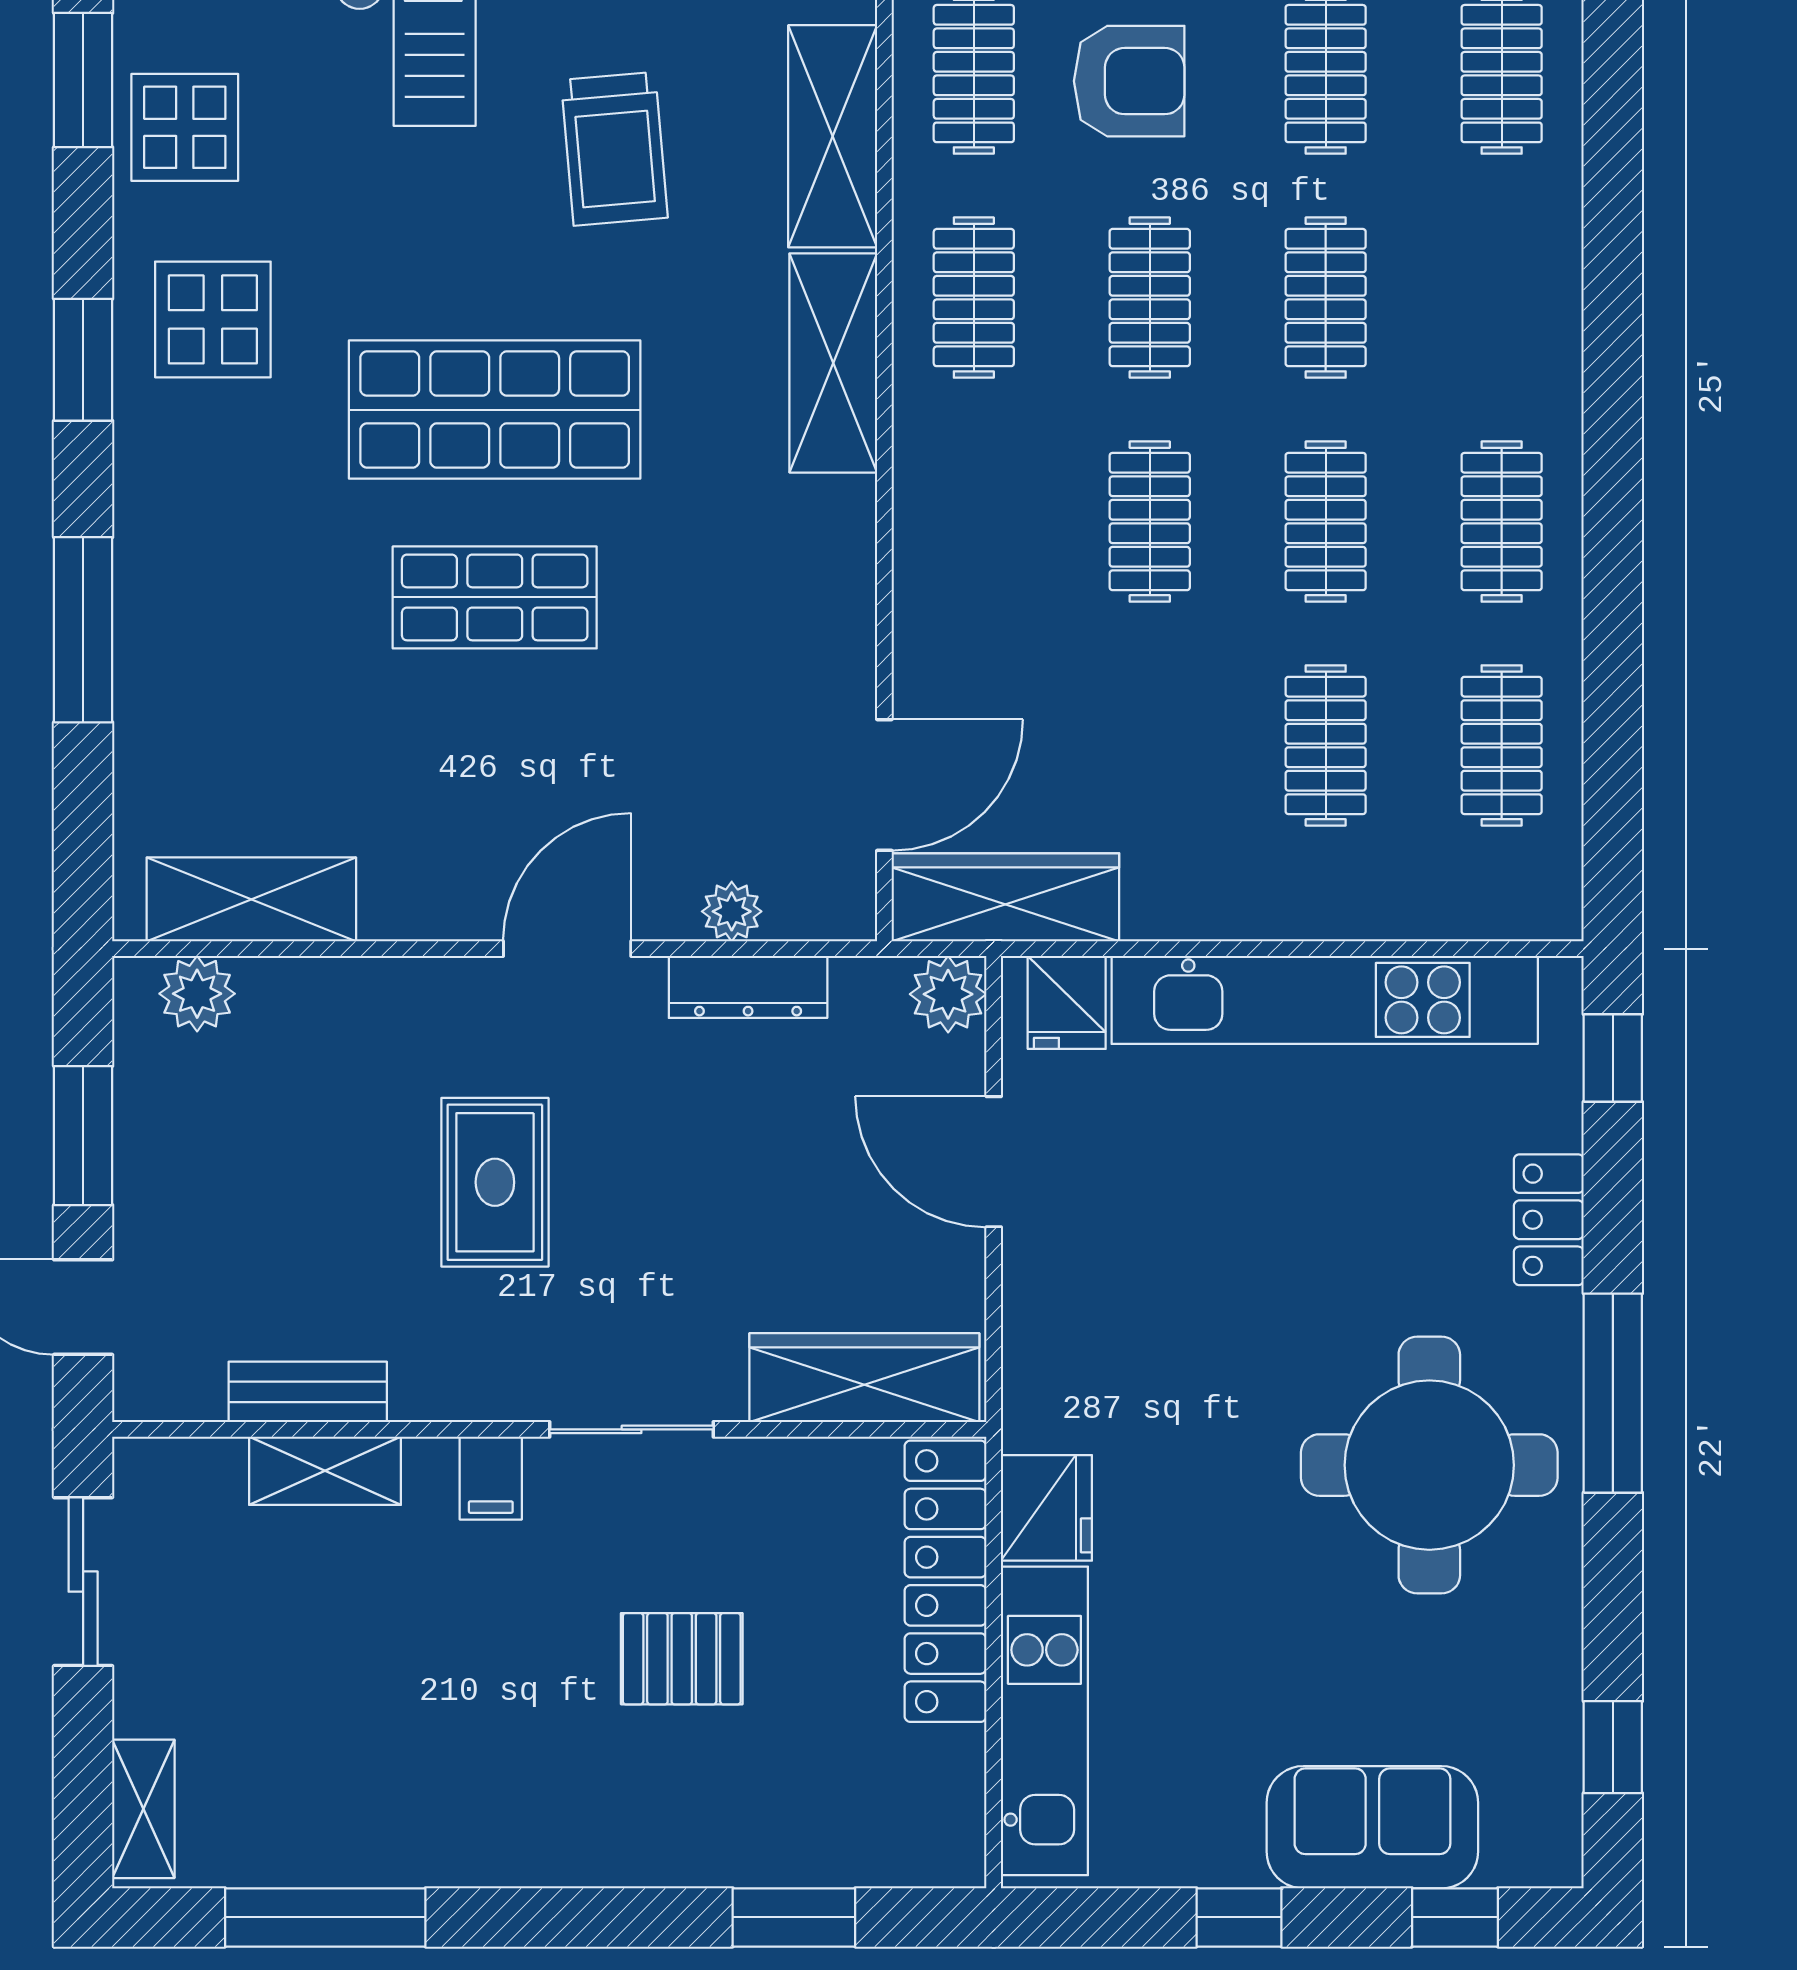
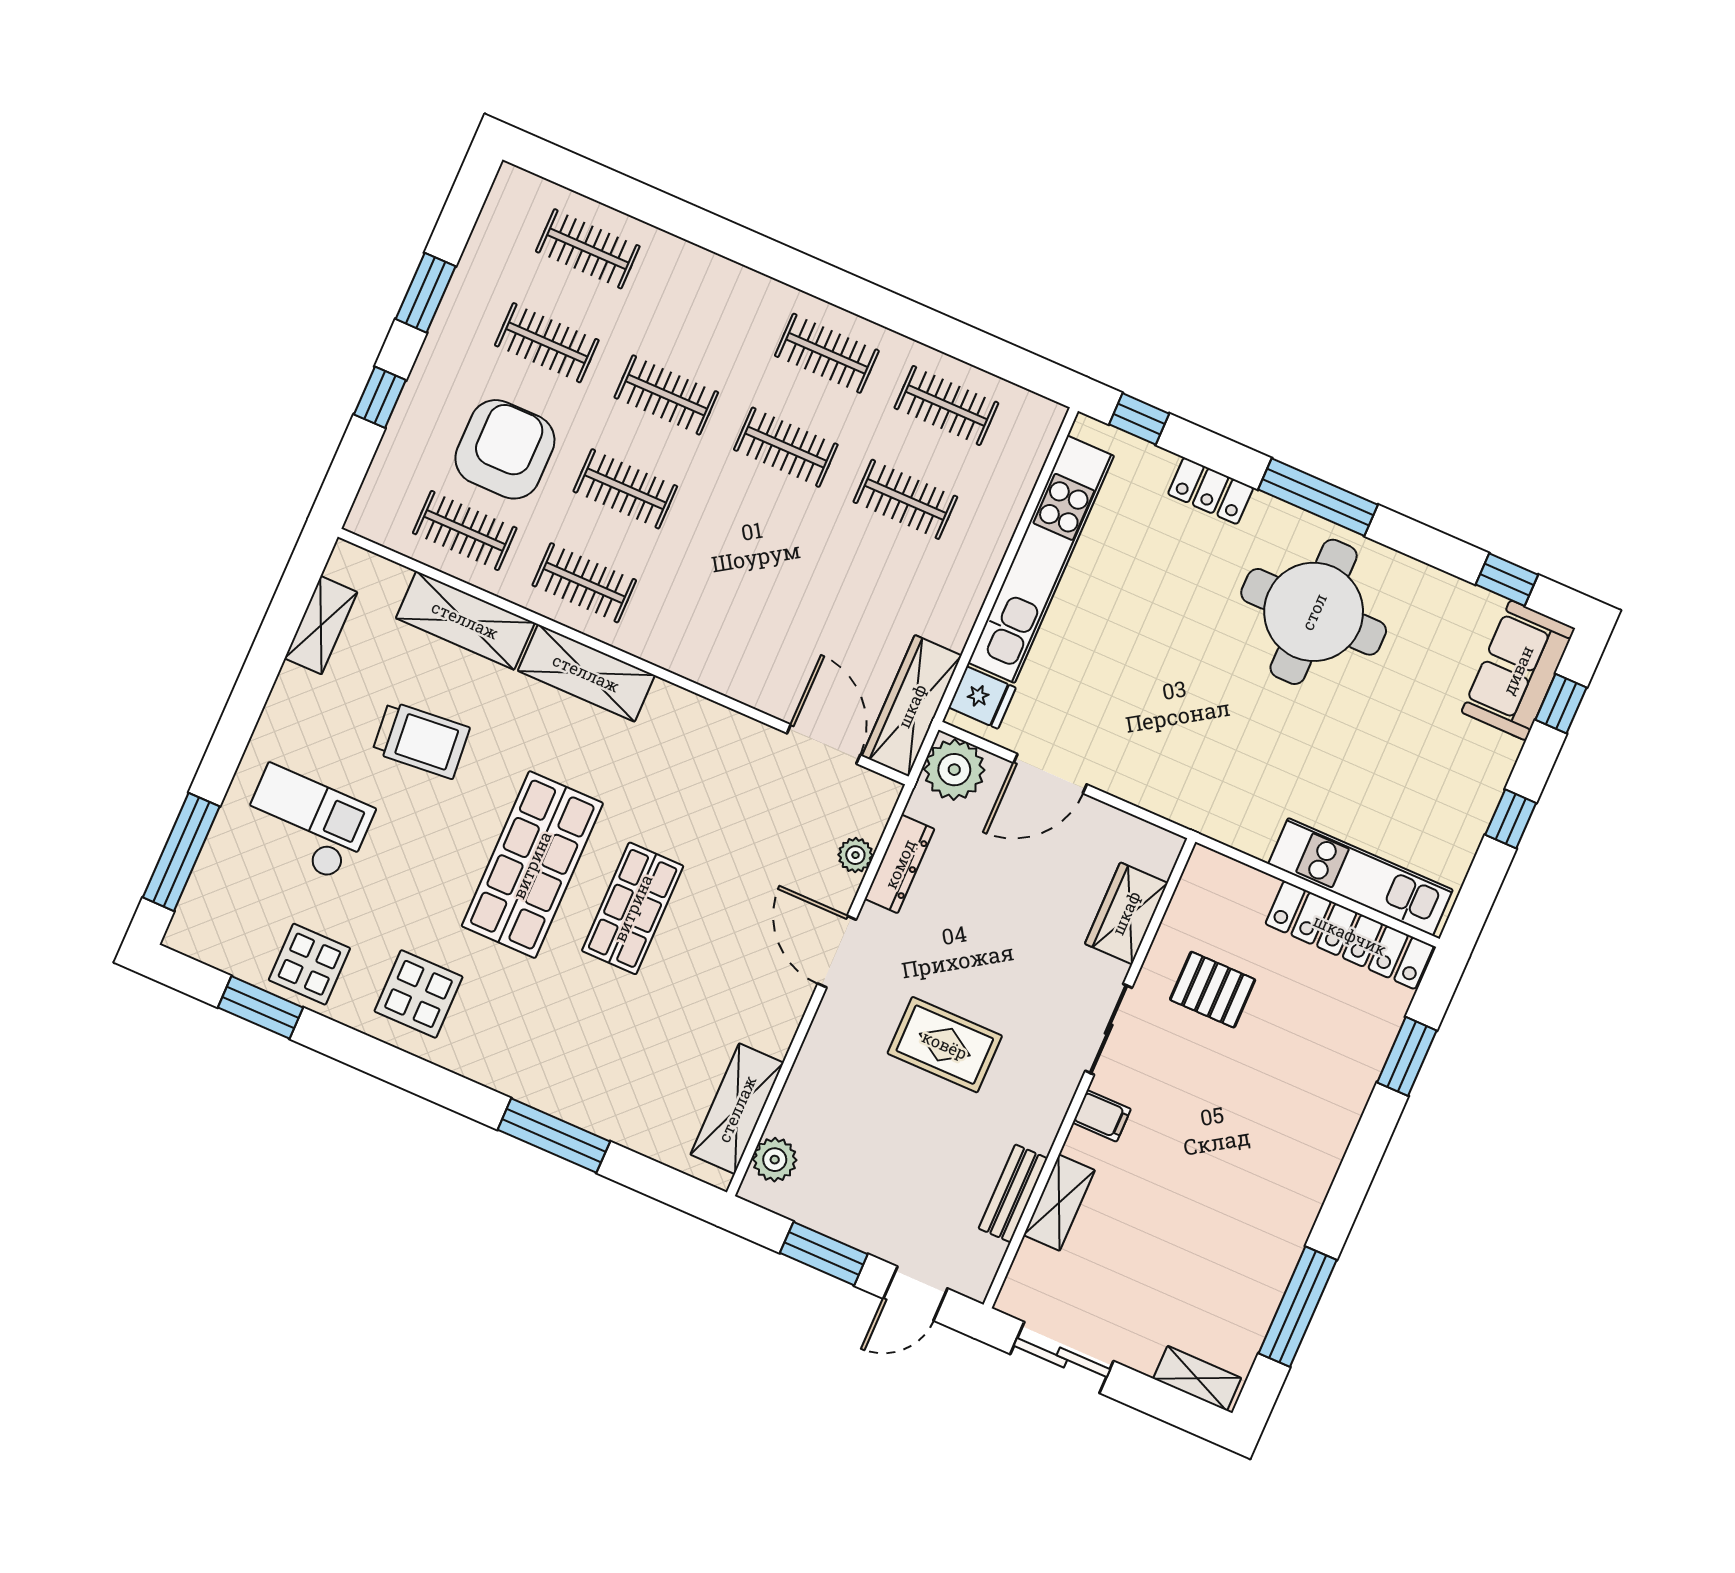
armchair: (1129, 81) -> (505, 449), width x1.36, depth x1.36
window: (83, 360) -> (410, 1073), removed
clothes rail: (1150, 522) -> (745, 541), removed
plant: (948, 994) -> (954, 770), width x1.36, depth x1.36
wardrobe: (864, 1378) -> (1126, 913), width x0.67
fridge: (1046, 1508) -> (1247, 826), removed
locker: (945, 1581) -> (1350, 935), moved
pallet: (682, 1659) -> (1213, 990), moved, turned 90
sofa: (1372, 1827) -> (1518, 670), moved

